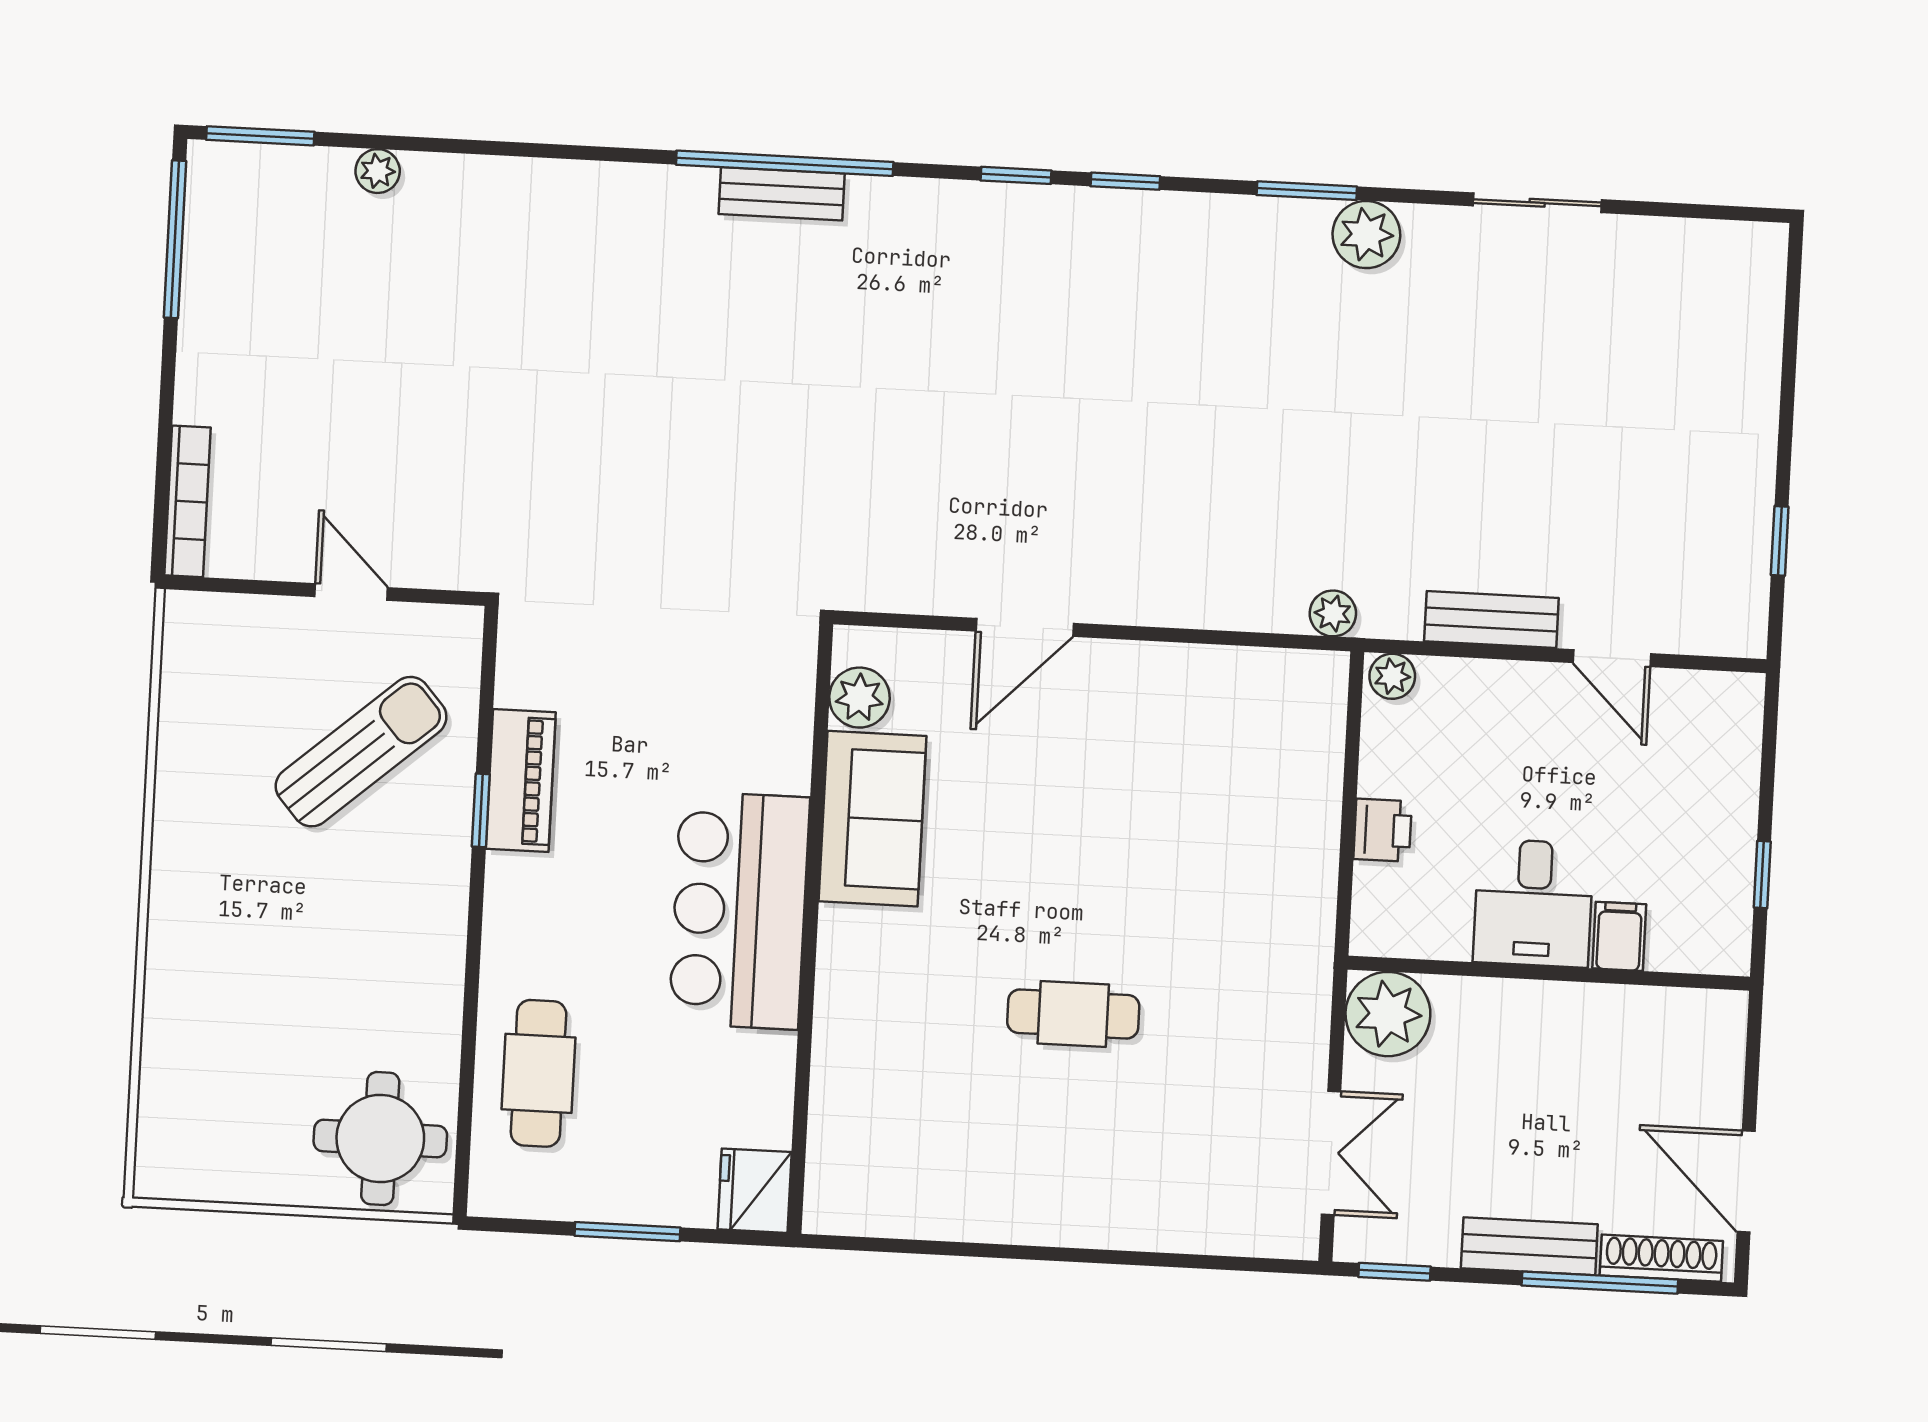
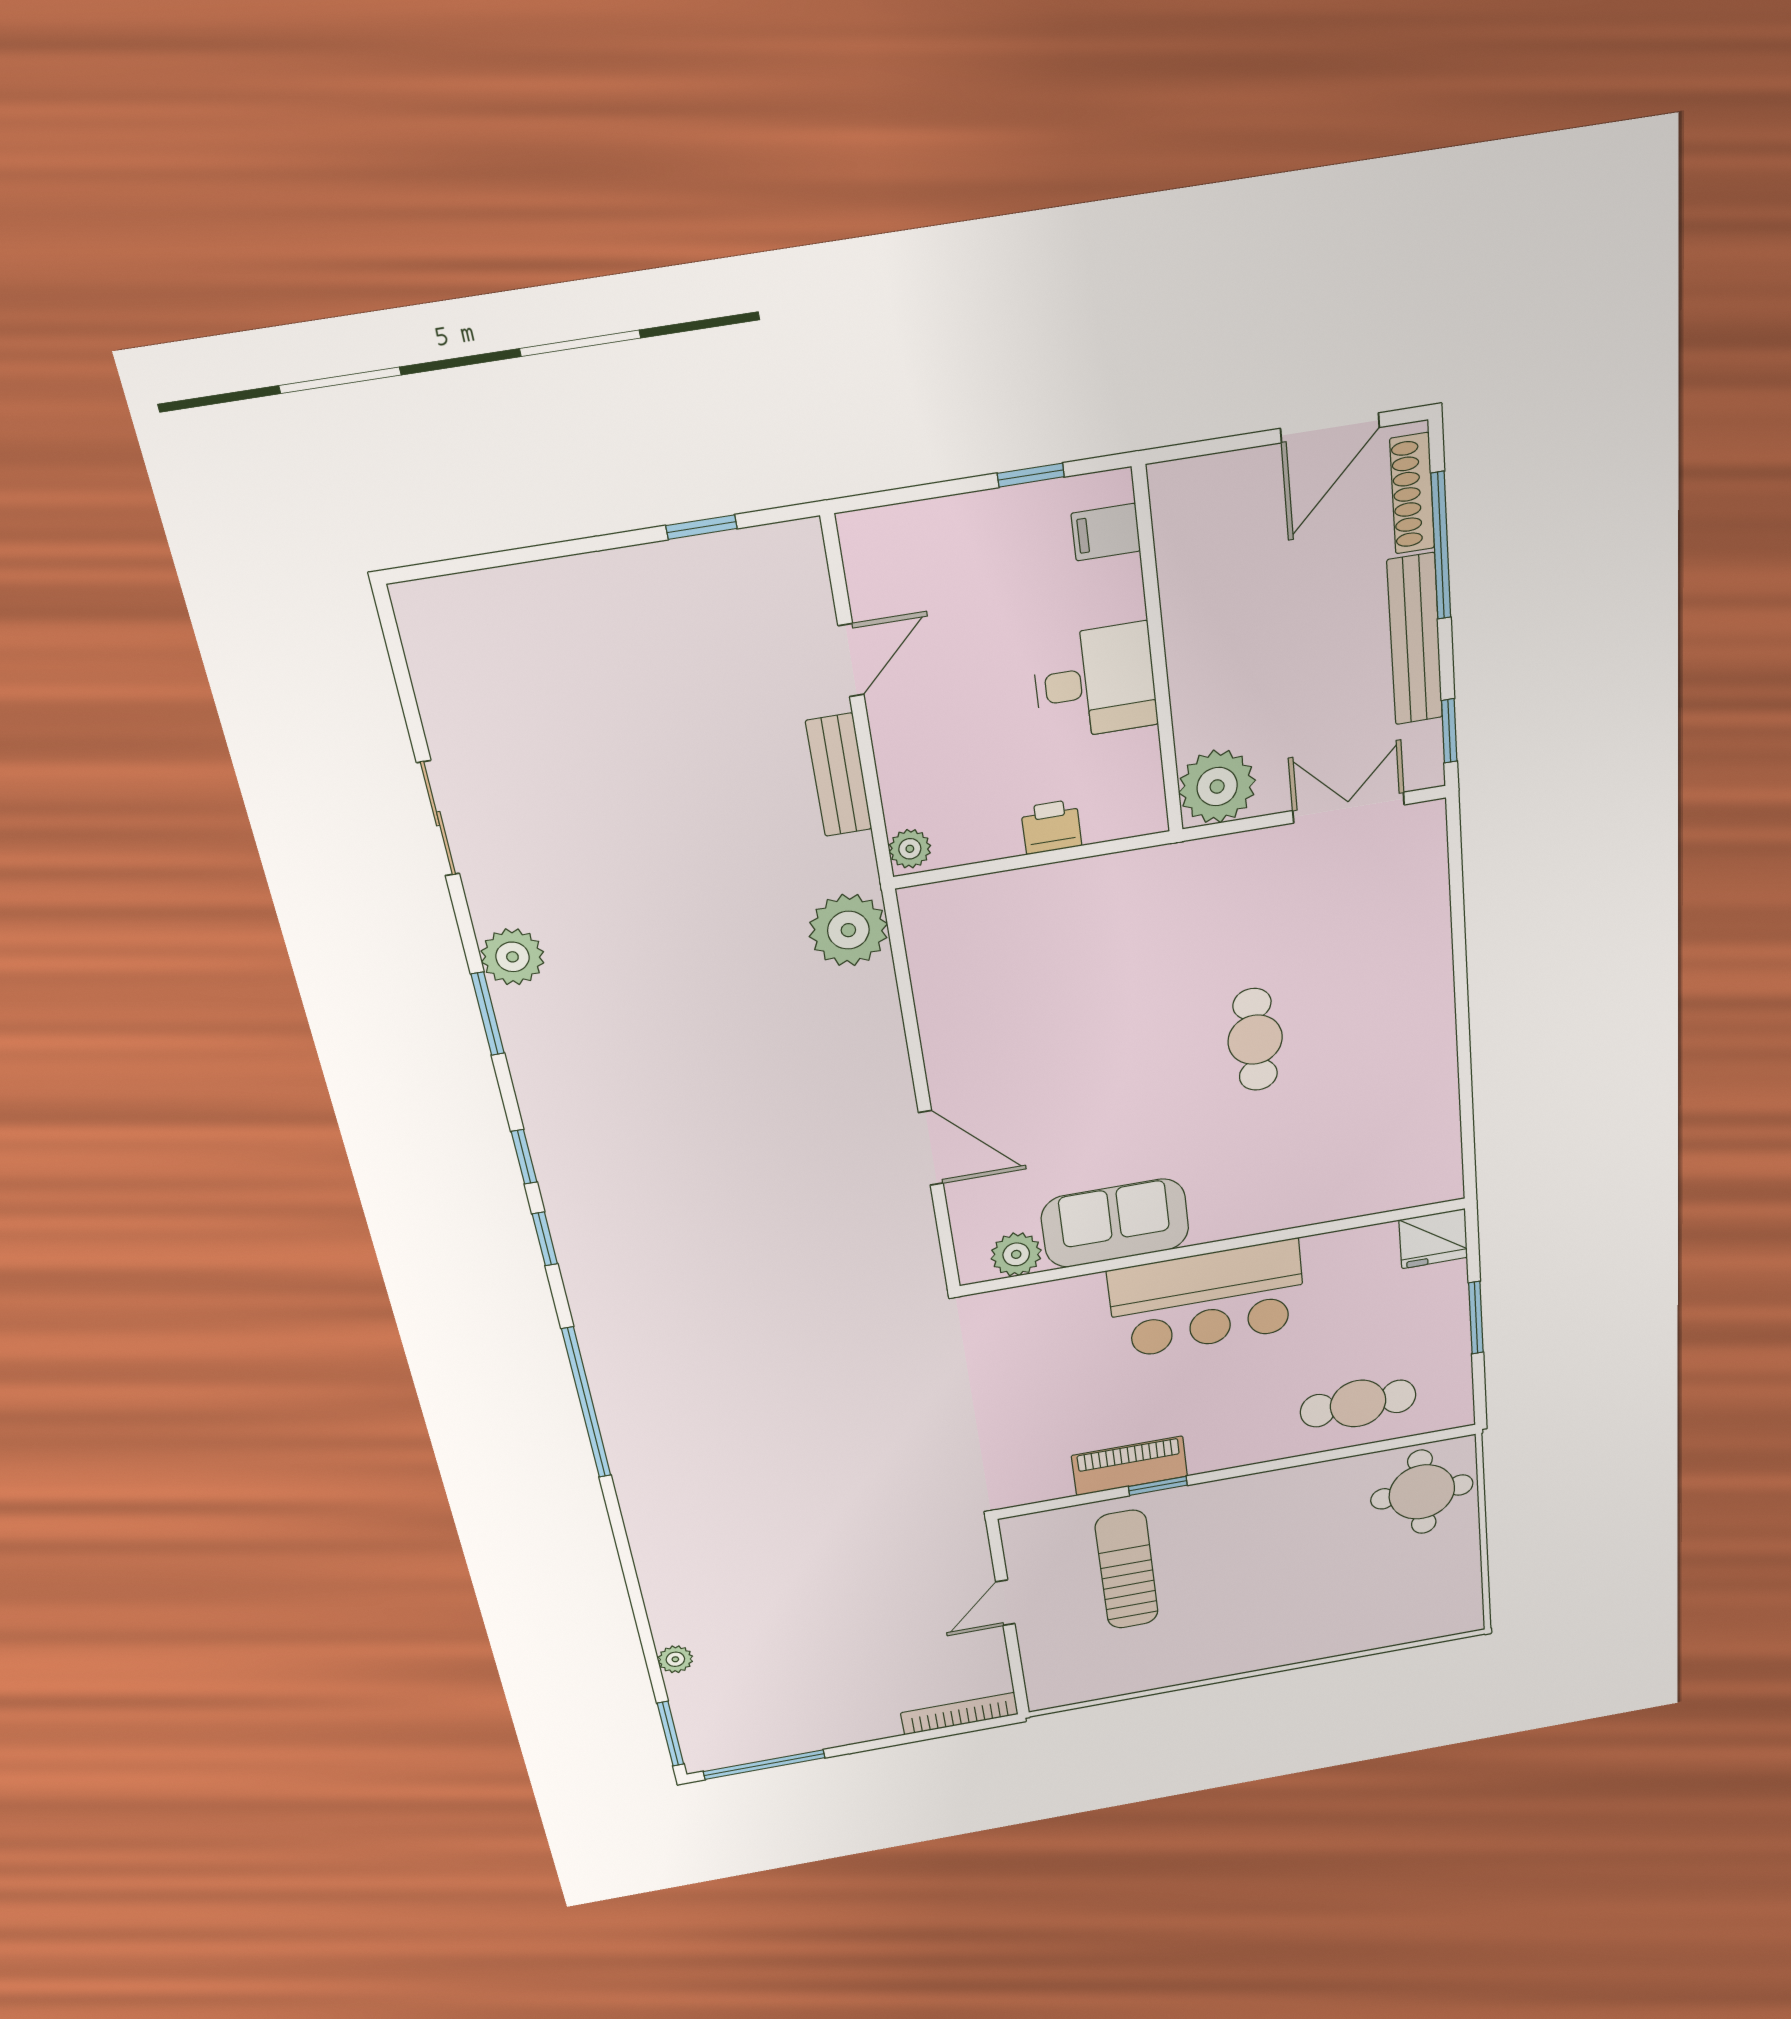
bench: (782, 194) -> (612, 1400), removed
plant: (1333, 613) -> (848, 930), width x1.88, depth x1.88
sun lounger: (361, 752) -> (1127, 1570), turned 41
filing cabinet: (1619, 936) -> (1106, 532), moved
bench: (1529, 1246) -> (1415, 640), width x1.36

